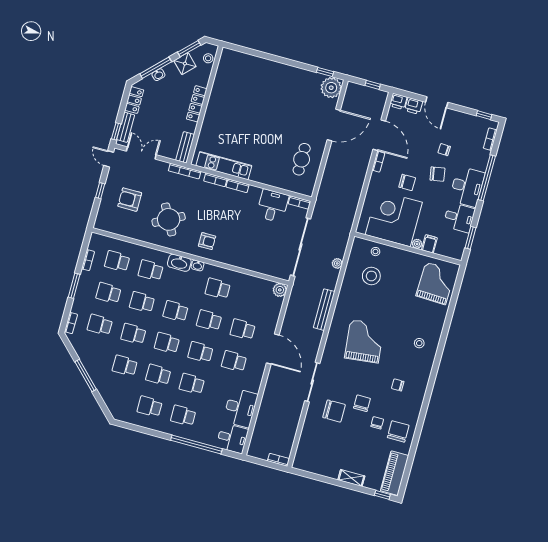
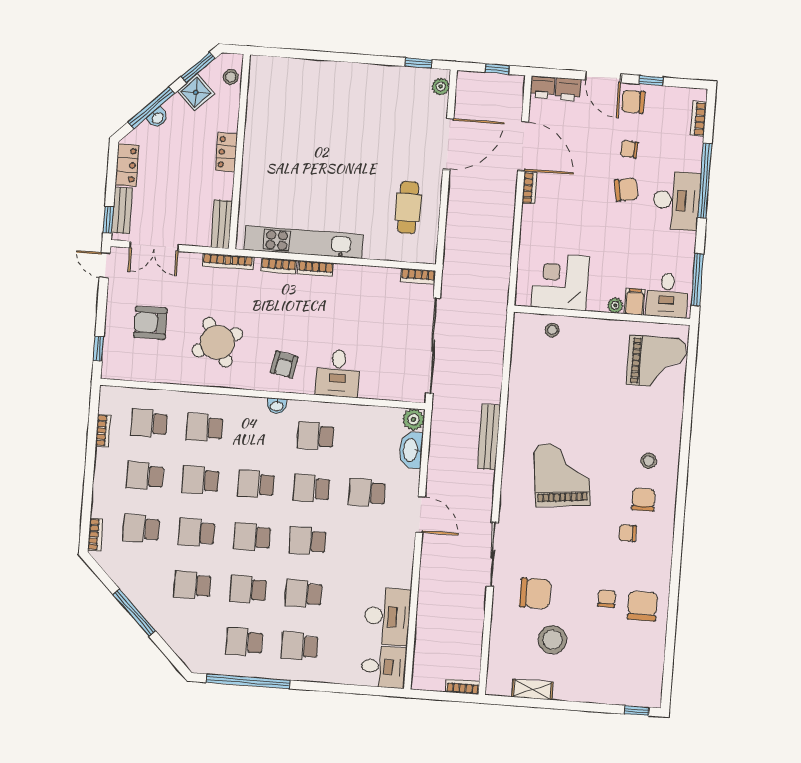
plant: (331, 88) -> (441, 87), width x0.53, depth x0.53
locker: (197, 104) -> (227, 152), width x0.66
window: (484, 115) -> (651, 81), moved
double door: (141, 153) -> (154, 246), swing flipped
kitchen unit: (224, 166) -> (304, 242), width x1.36
chair: (407, 182) -> (633, 102), moved, turned 180
window: (100, 191) -> (99, 349), moved
desk: (273, 206) -> (338, 373), moved, turned 180
corner desk: (394, 218) -> (560, 282), width x0.74, depth x0.74
desk: (459, 218) -> (667, 295), moved, turned 90
window: (470, 238) -> (697, 280), width x1.44
armchair: (207, 241) -> (284, 365), turned 101
washbasin: (179, 263) -> (411, 450), moved, turned 90
plant: (337, 263) -> (496, 360), removed
stool: (371, 276) -> (552, 640), moved
grand piano: (436, 283) -> (657, 362), turned 88
window: (74, 286) -> (89, 475), removed
door: (273, 349) -> (420, 514), width x0.73
school desk: (234, 361) -> (363, 545), removed
chair: (362, 403) -> (643, 500), moved
window: (196, 444) -> (248, 681), moved
piano: (394, 473) -> (649, 673), removed
shelving: (351, 478) -> (532, 690), moved

